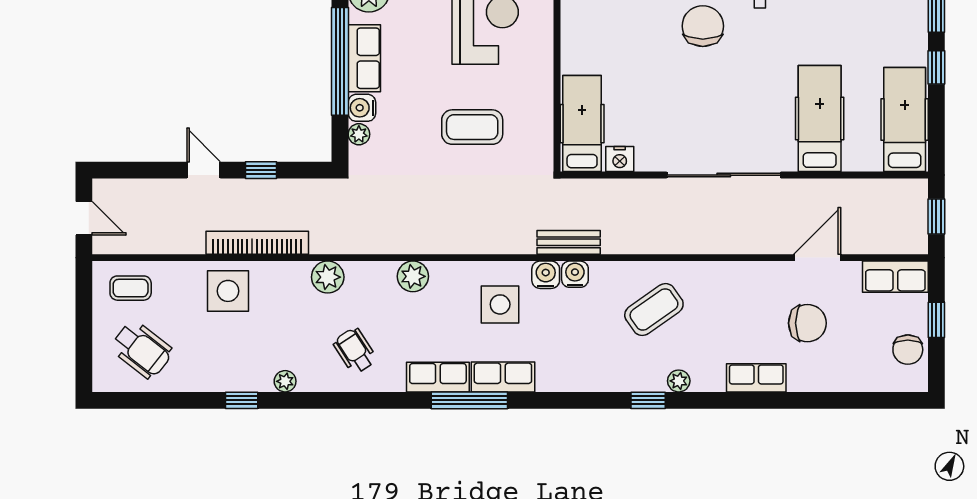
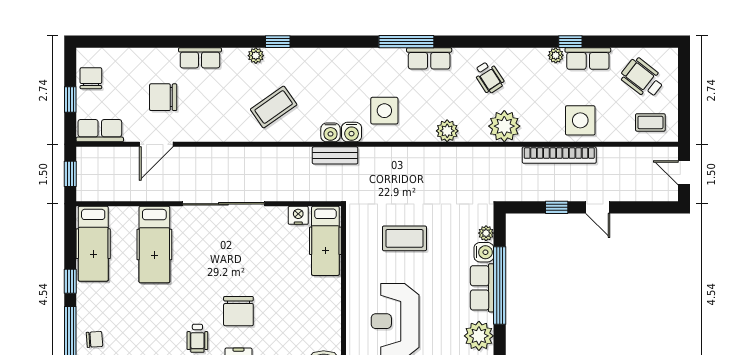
plant: (328, 277) -> (504, 126), width x1.36, depth x1.36
row of seats: (503, 377) -> (588, 59), moved
plant: (285, 381) -> (556, 55), moved

